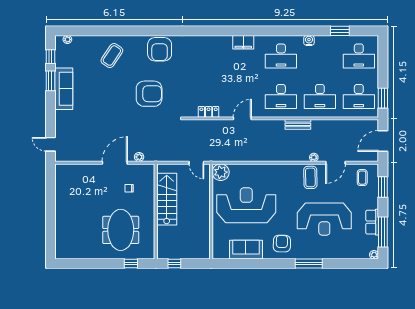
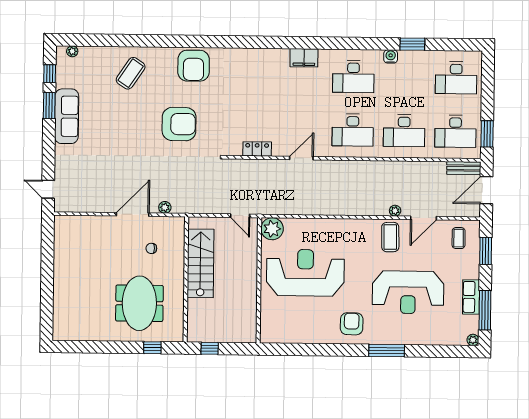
window: (340, 31) -> (412, 44), moved
bench: (298, 124) -> (464, 168), moved
sofa: (246, 250) -> (304, 331), removed

